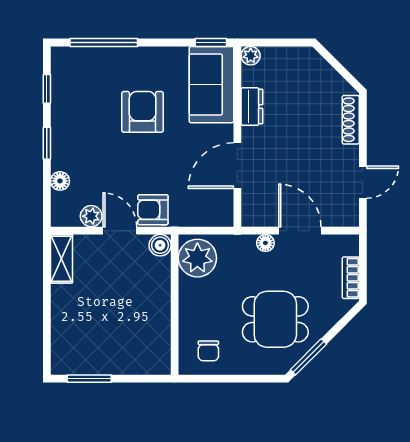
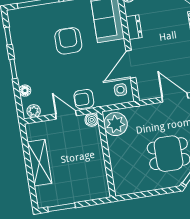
side table: (214, 204) -> (120, 90), added
plant: (91, 216) -> (34, 111), moved
floor lamp: (265, 243) -> (155, 108), removed
shelving: (62, 259) -> (40, 163), moved, width x1.50, depth x1.33
chair: (208, 351) -> (131, 179), removed

